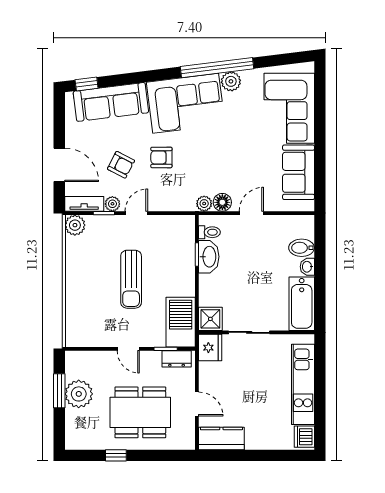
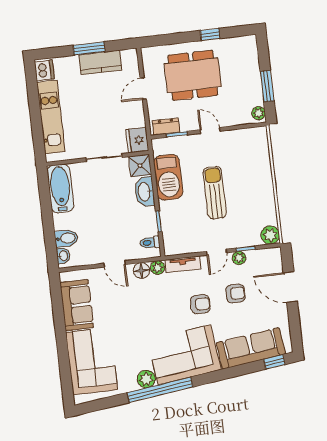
armchair: (121, 165) -> (235, 294), turned 153
tv unit: (84, 204) -> (183, 264), moved
door: (251, 213) -> (115, 264), hinge flipped
washbasin: (209, 257) -> (145, 192), moved
washbasin: (307, 267) -> (63, 256), moved
barbecue: (181, 322) -> (168, 177), moved
plant: (79, 394) -> (259, 113), moved, width x0.53, depth x0.53
door: (197, 404) -> (143, 88), hinge flipped
kitchen counter: (221, 438) -> (100, 62), moved
window: (252, 455) -> (89, 48), added

